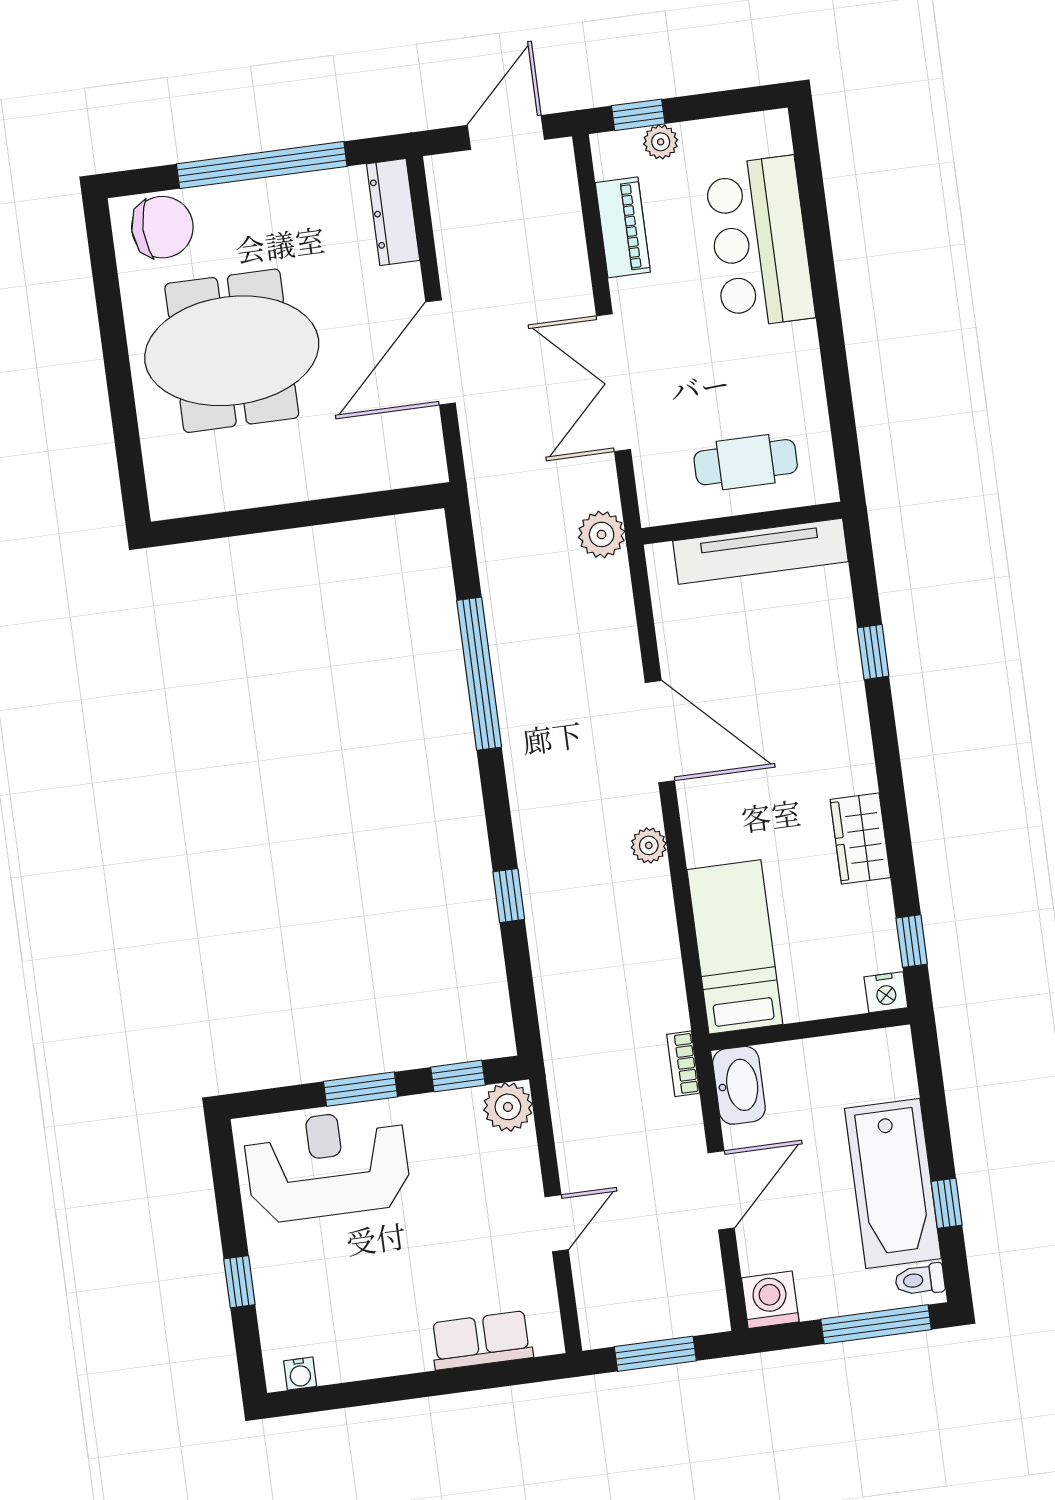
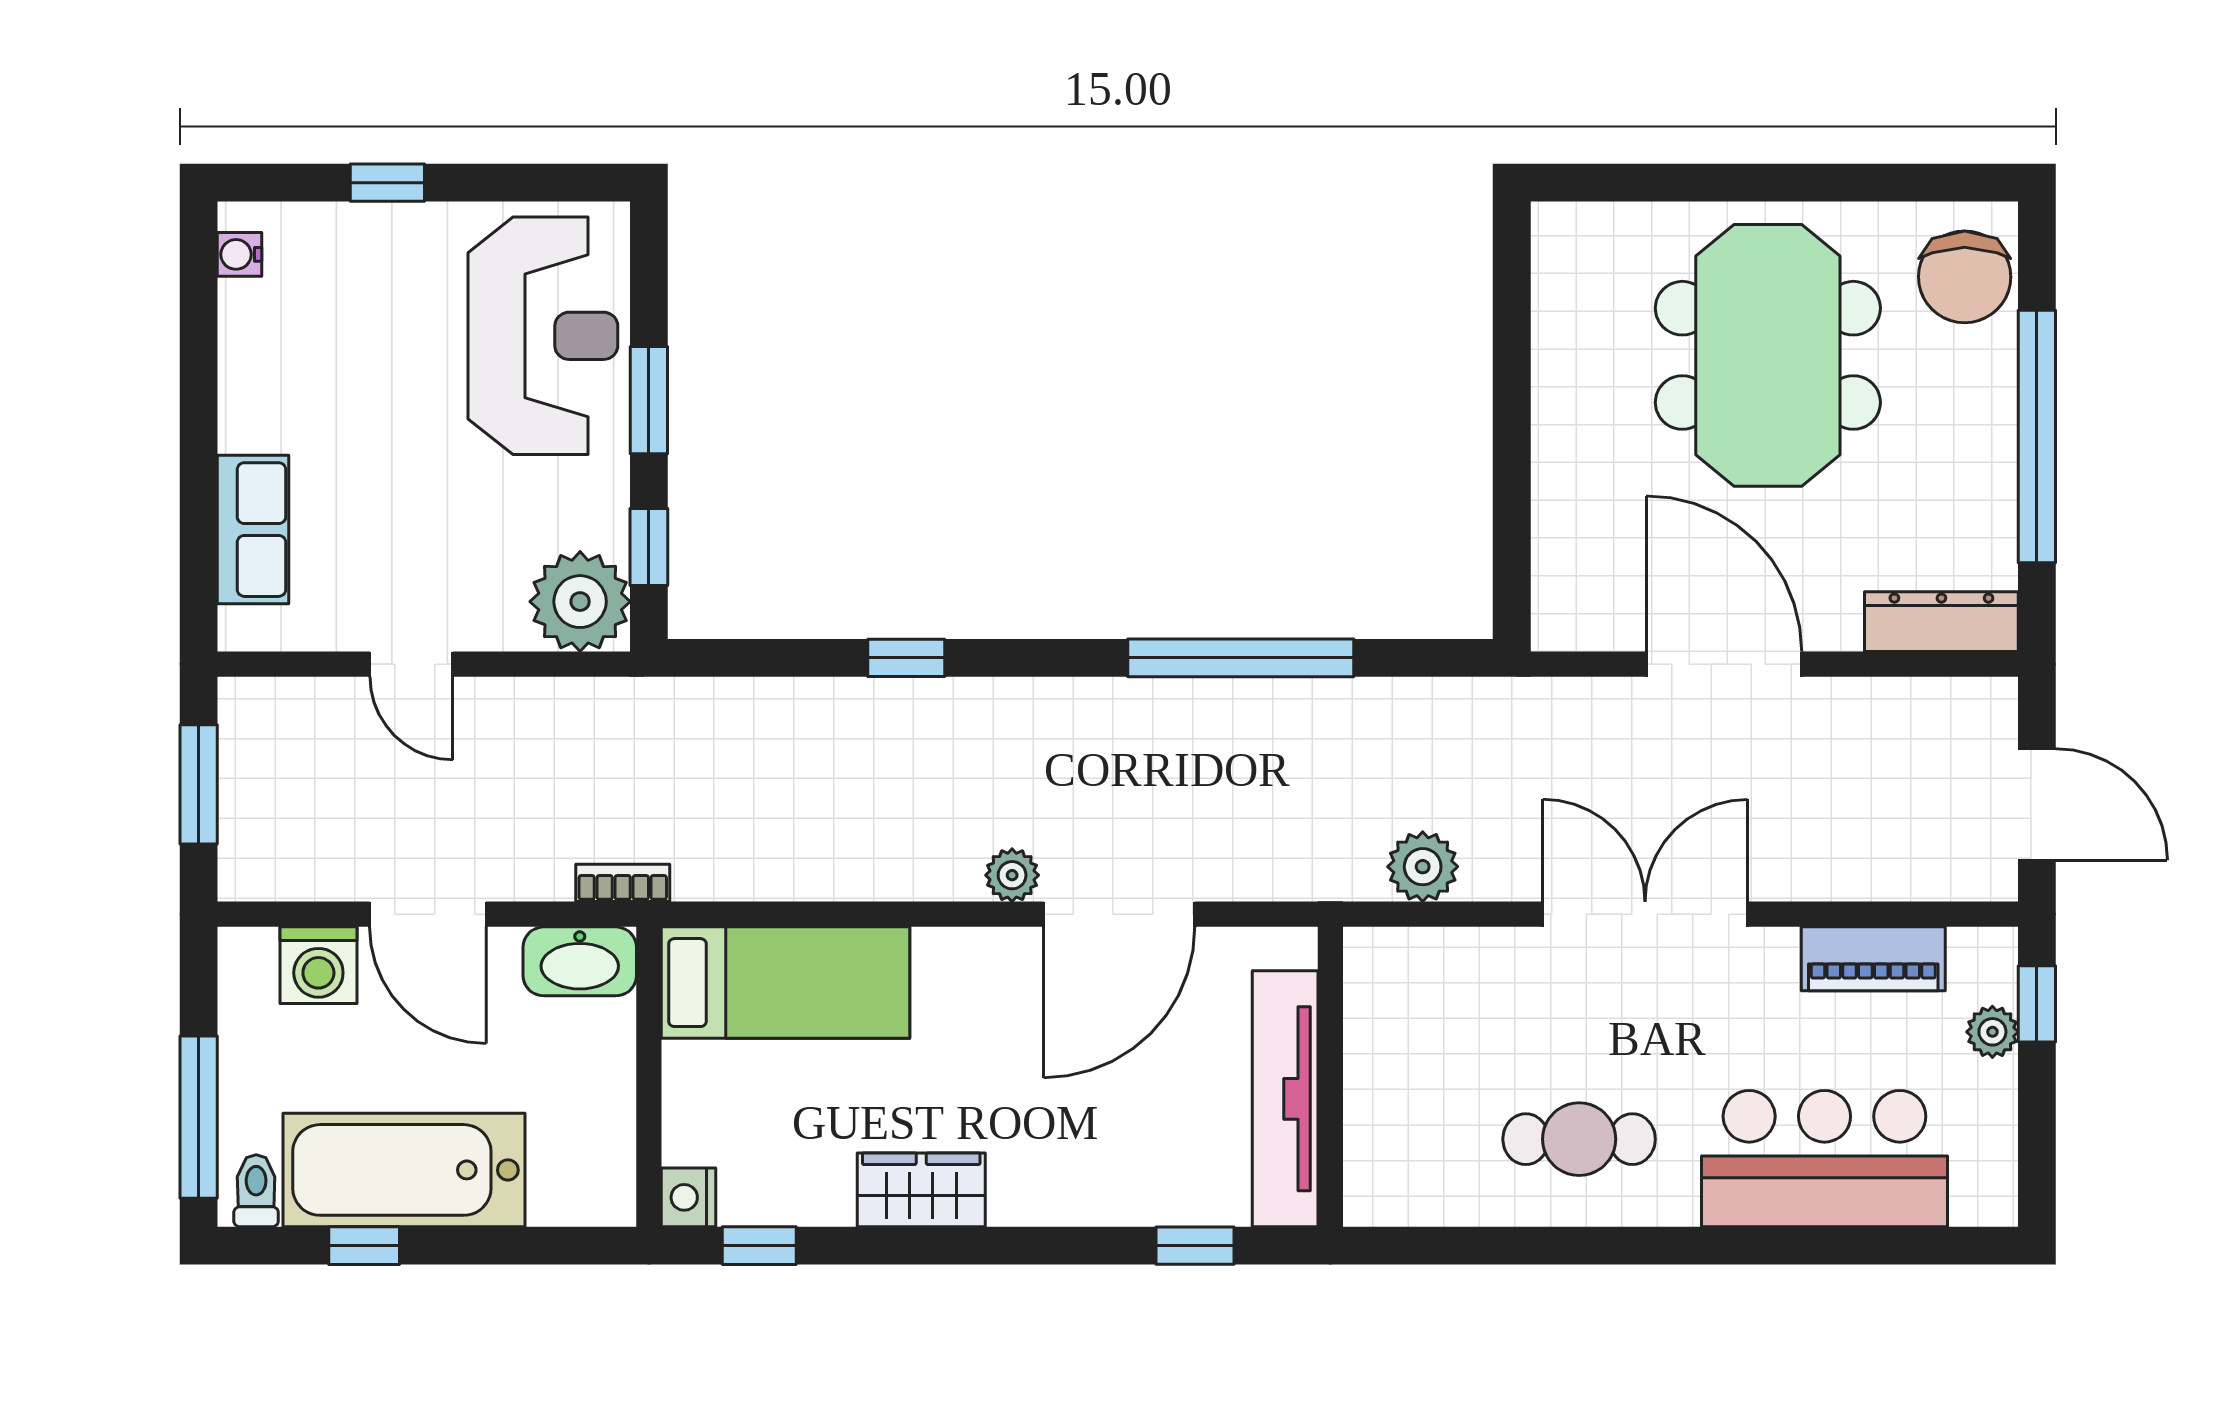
cafe table: (746, 462) -> (1579, 1139), moved, turned 90
wall: (742, 523) -> (1330, 1077), moved
tv unit: (760, 551) -> (1285, 1099), moved
plant: (649, 845) -> (1012, 875), moved
plant: (508, 1107) -> (580, 602), width x1.36, depth x1.36
washing machine: (770, 1300) -> (318, 965), moved, turned 90

